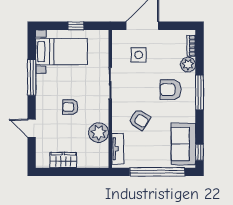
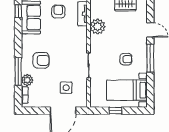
window: (32, 77) -> (150, 58), moved
window: (200, 92) -> (18, 71), moved
armchair: (70, 107) -> (126, 59), moved
armchair: (139, 120) -> (58, 12), moved, turned 58

